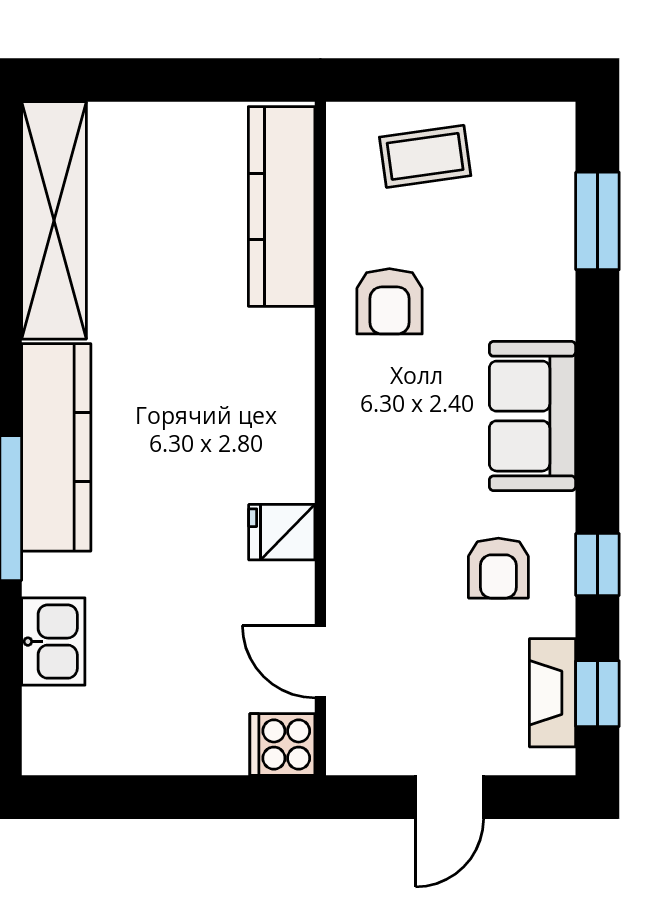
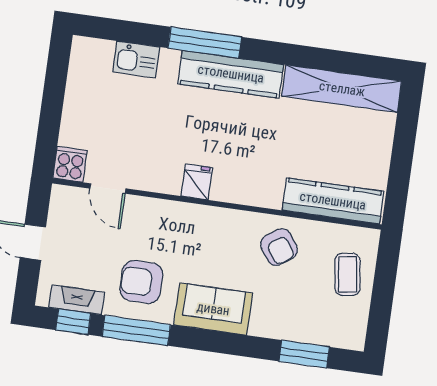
armchair: (389, 301) -> (279, 247), turned -125
fridge: (282, 532) -> (197, 182), moved
window: (597, 565) -> (136, 331), width x2.17
armchair: (498, 568) -> (141, 282), width x1.38, depth x1.38
door: (320, 662) -> (108, 189), swing flipped

